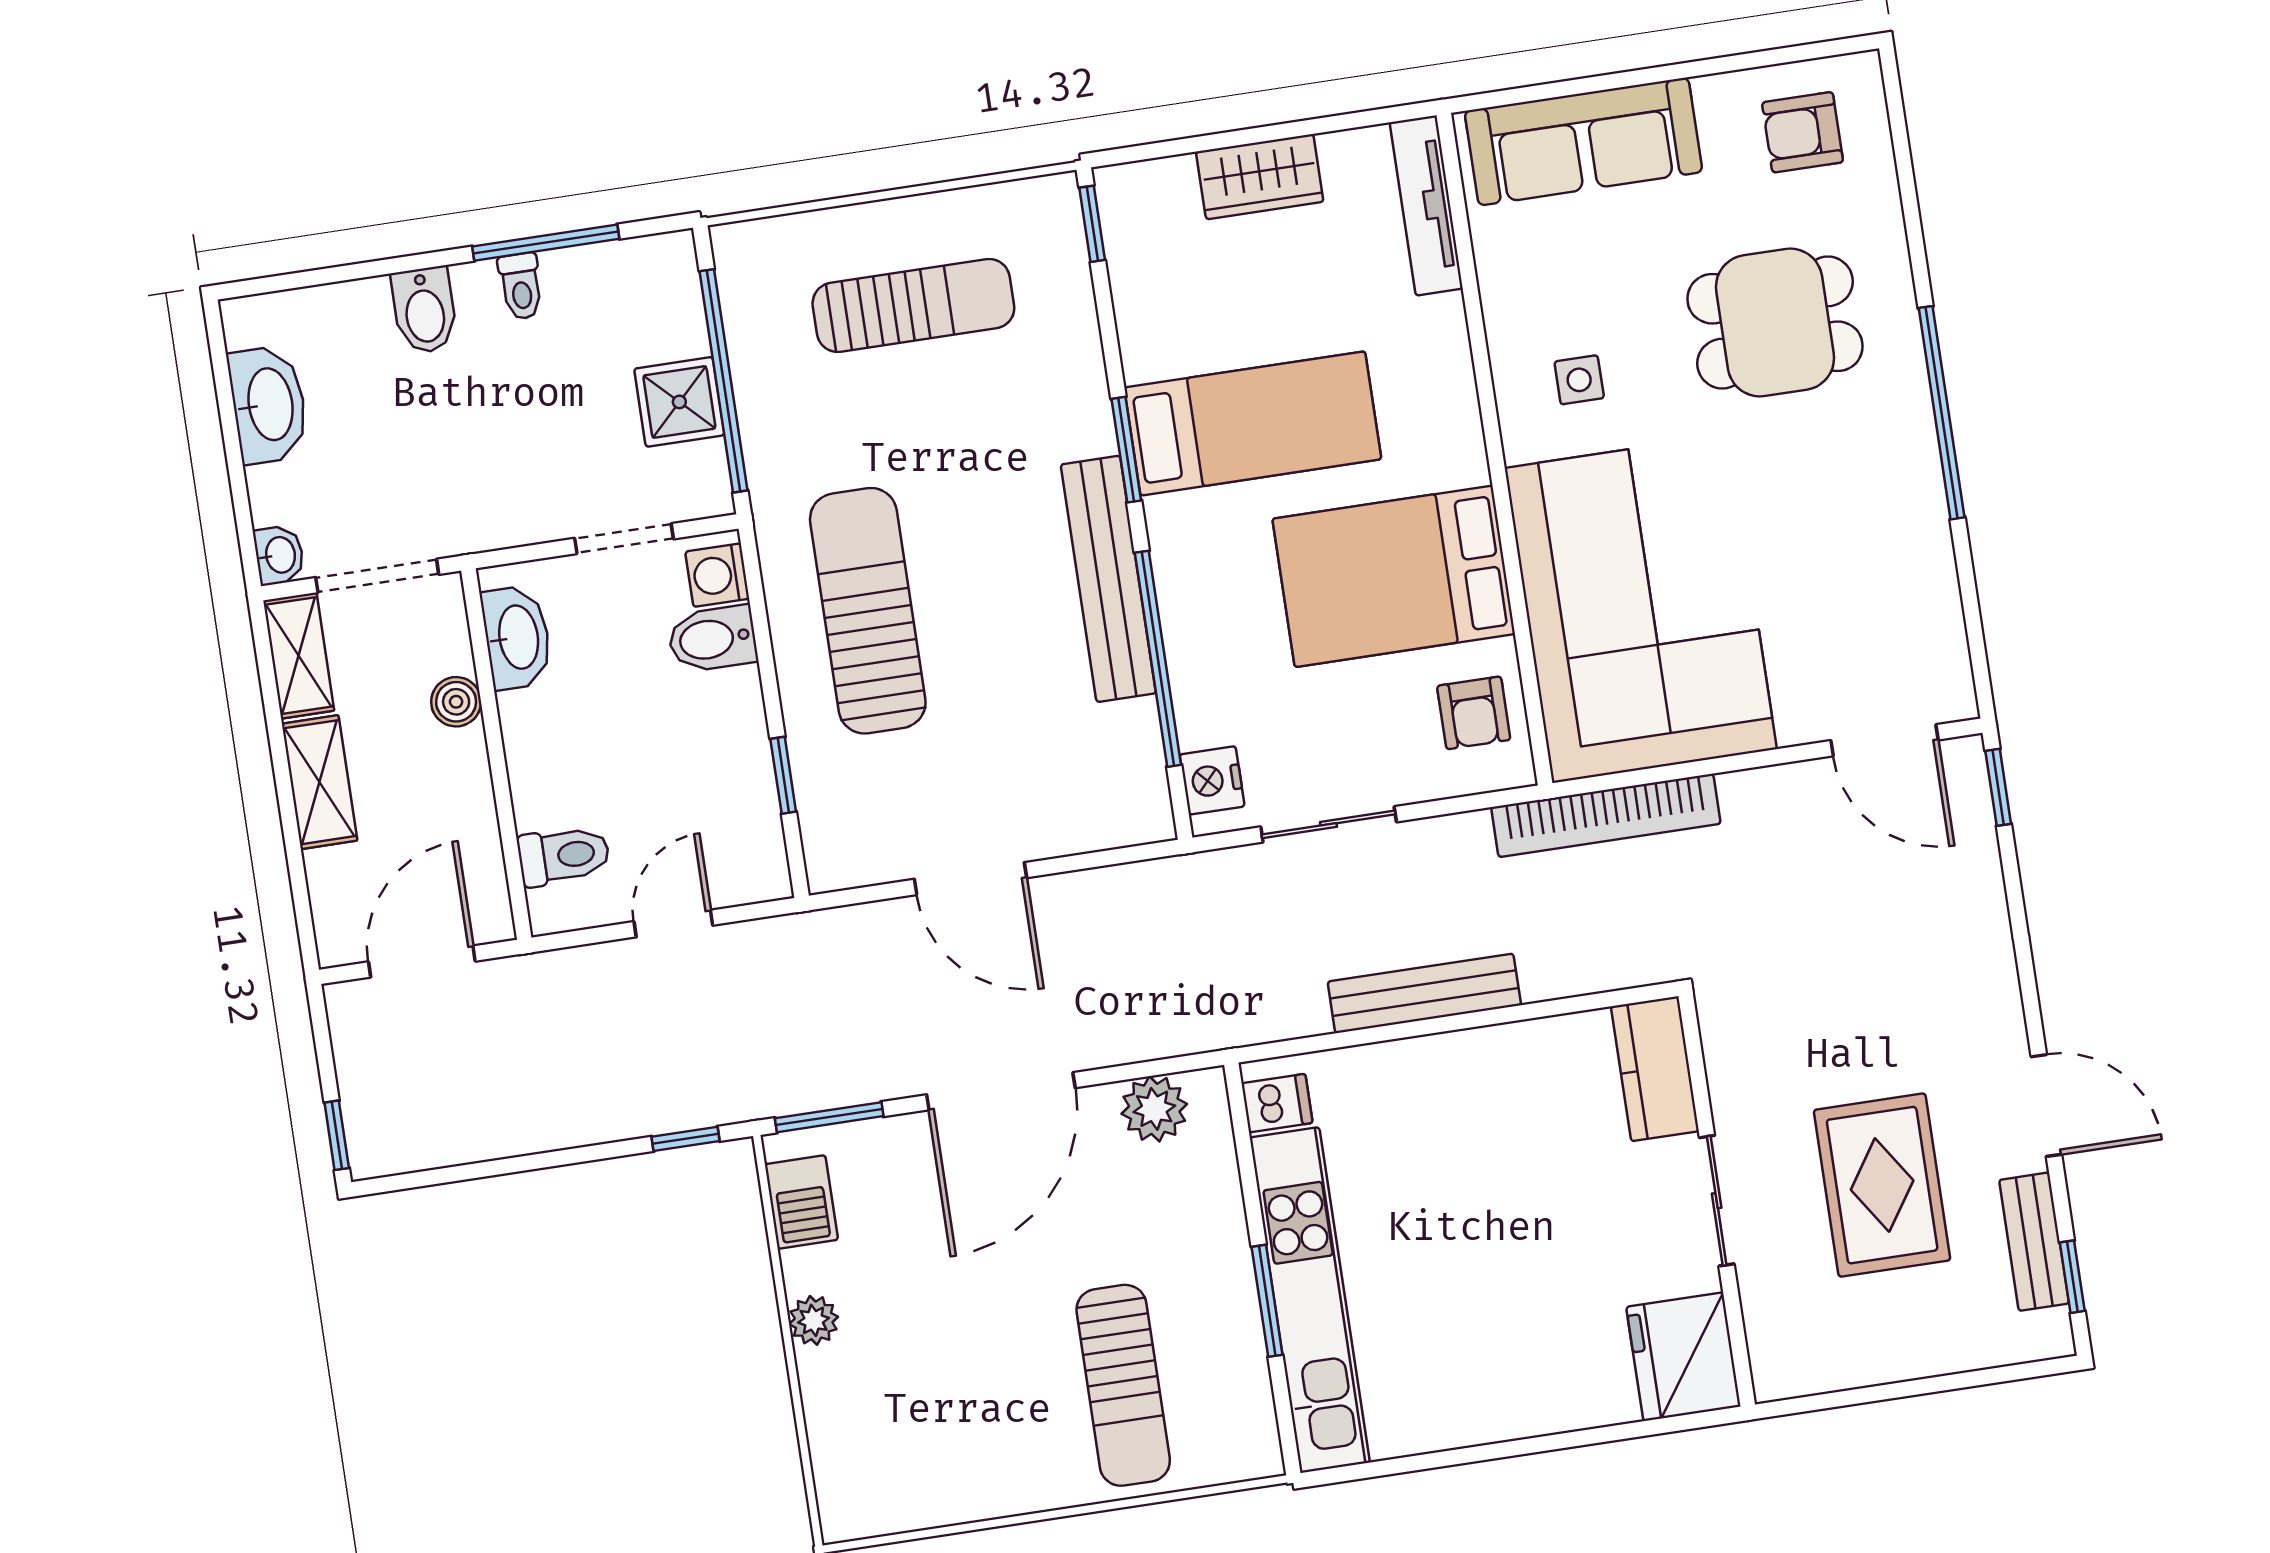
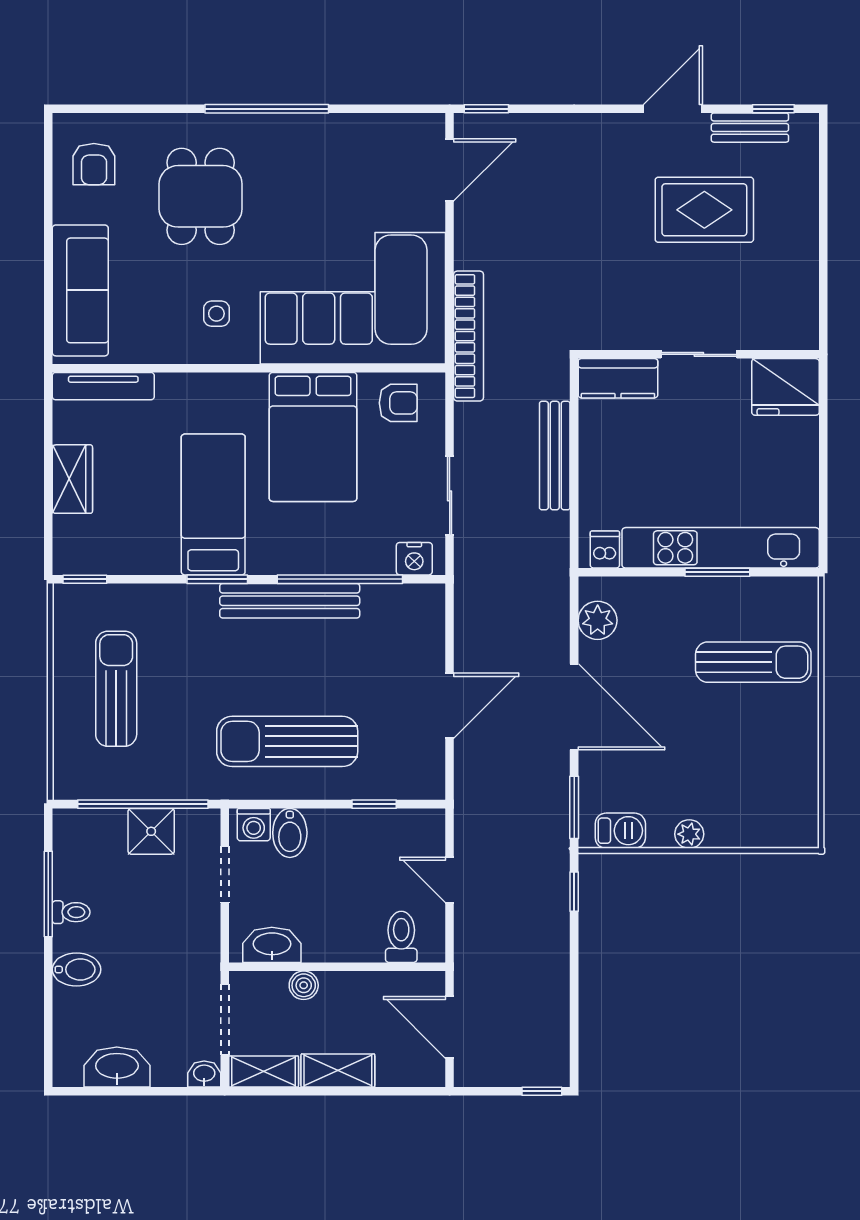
kitchen counter: (1655, 1069) -> (618, 378), moved
wall: (1717, 1200) -> (699, 354), moved
sliding door: (1717, 1201) -> (699, 354), moved
fridge: (1683, 1357) -> (785, 387), moved

